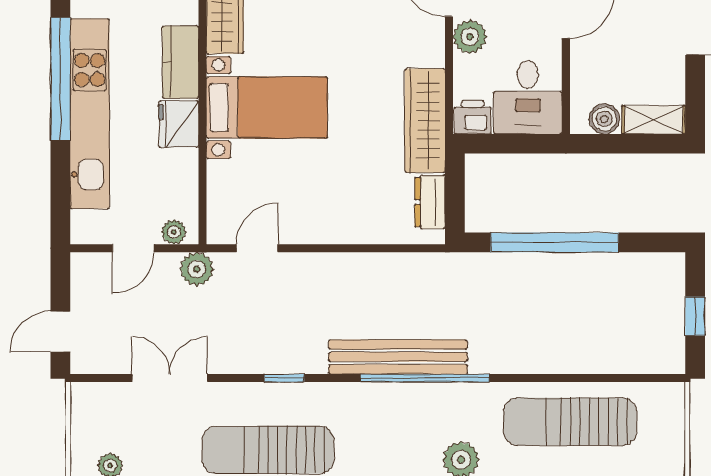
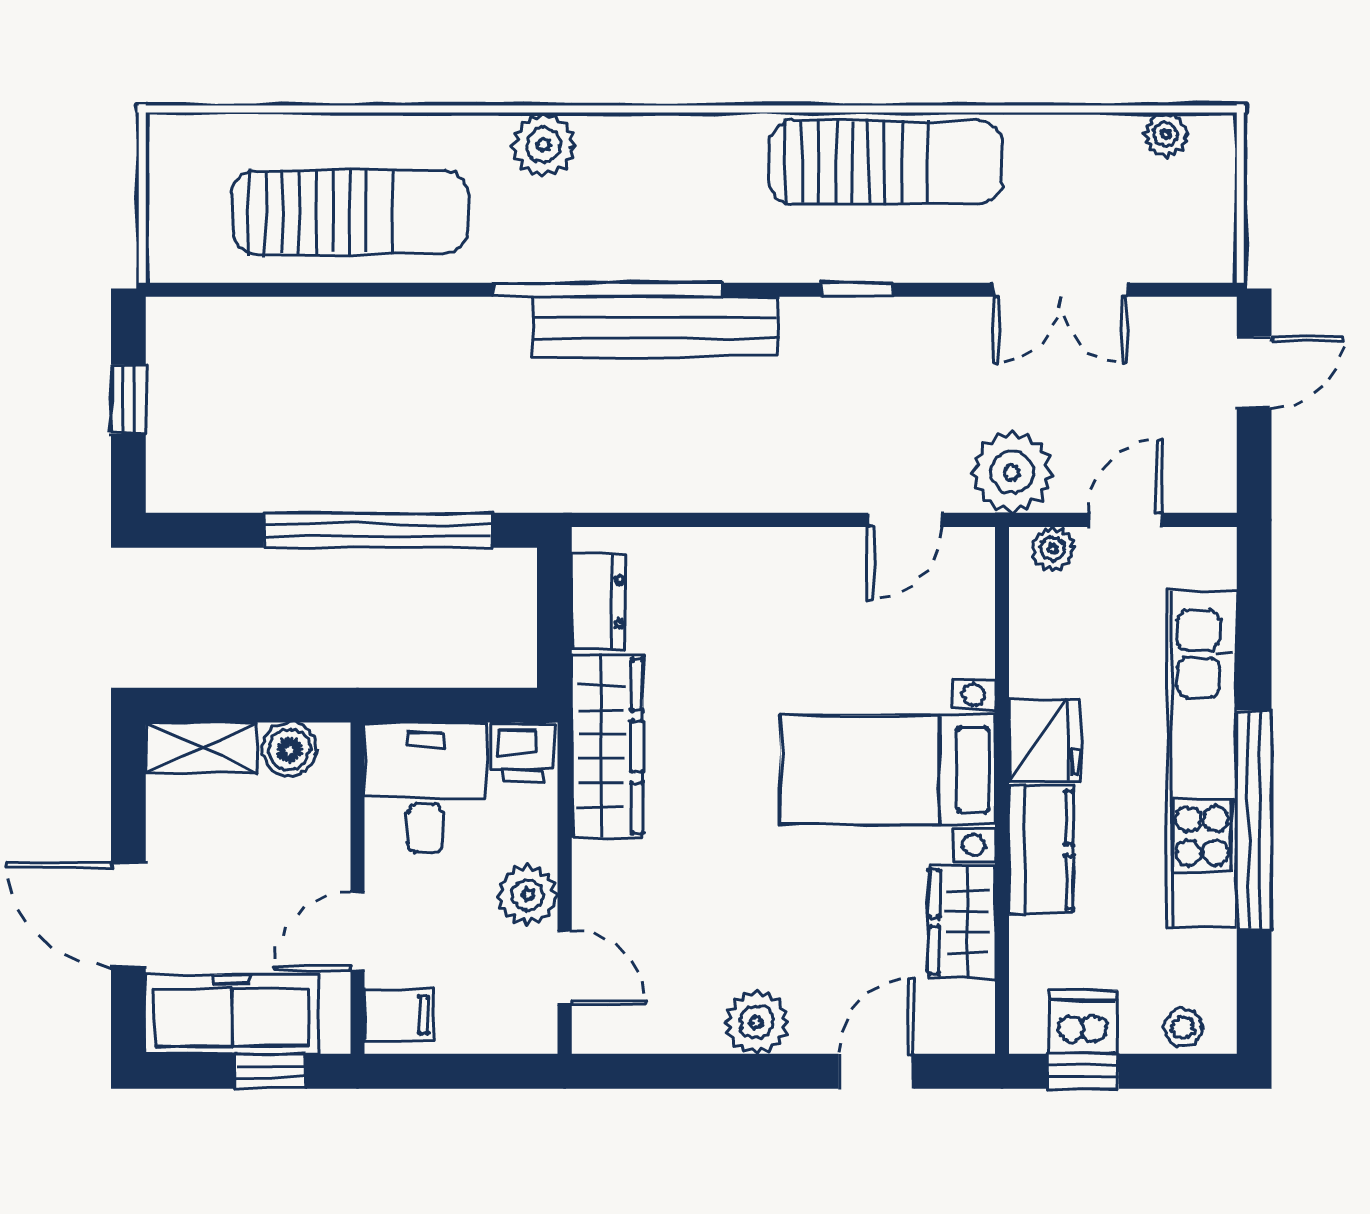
plant: (197, 269) -> (1012, 472), width x1.36, depth x1.36

